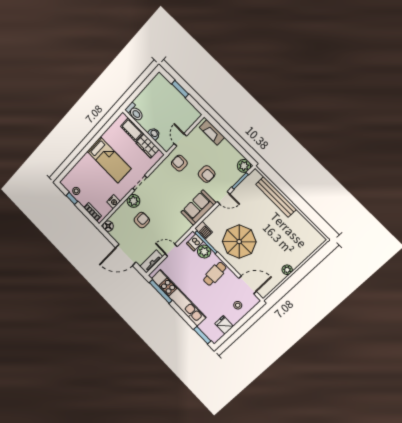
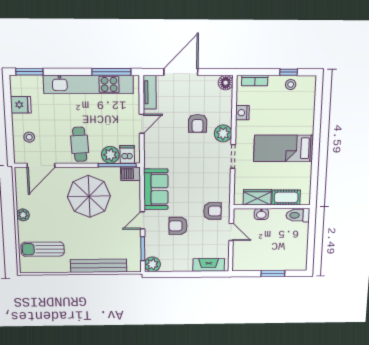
sun lounger: (298, 240) -> (43, 249), added

